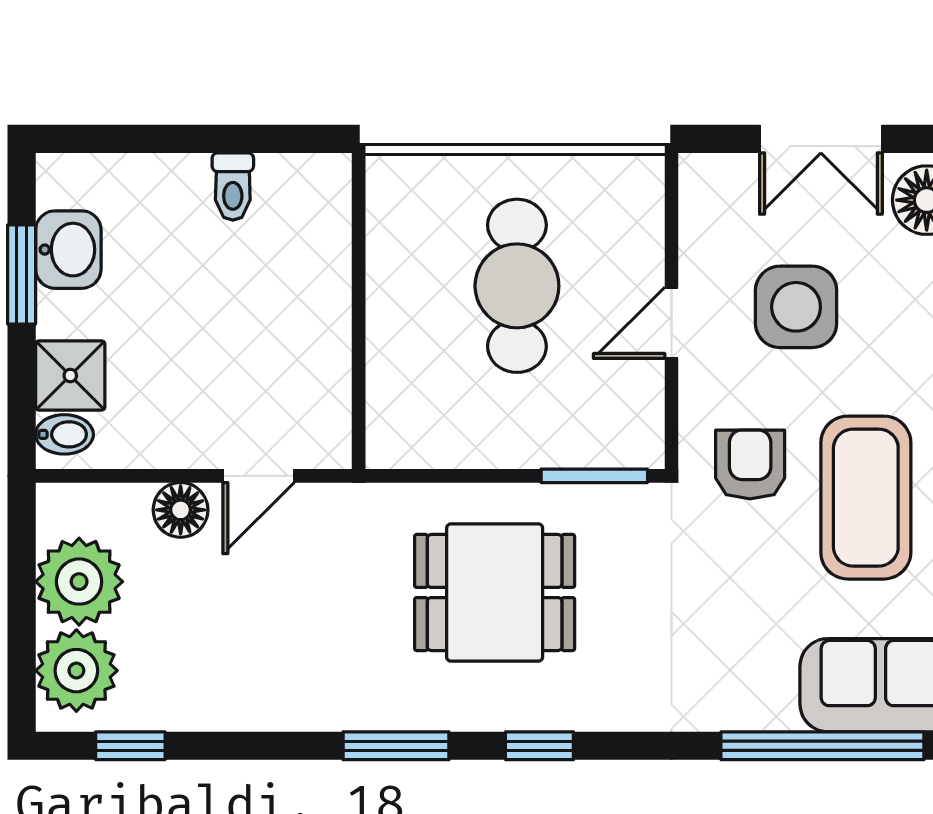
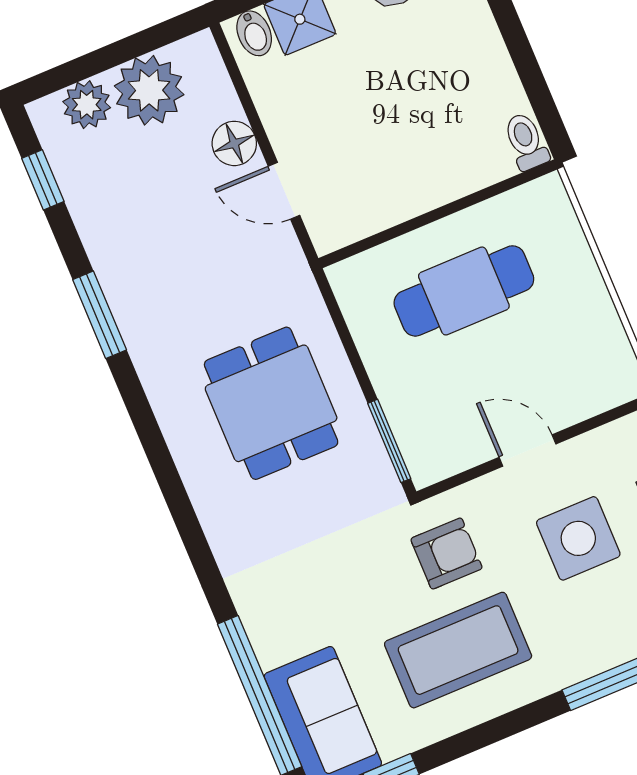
toilet: (233, 186) -> (526, 141), moved, turned 90
cafe table: (517, 286) -> (464, 291), moved
plant: (76, 671) -> (87, 105), width x0.73, depth x0.73
window: (396, 746) -> (100, 315), moved
window: (539, 746) -> (171, 485), removed

